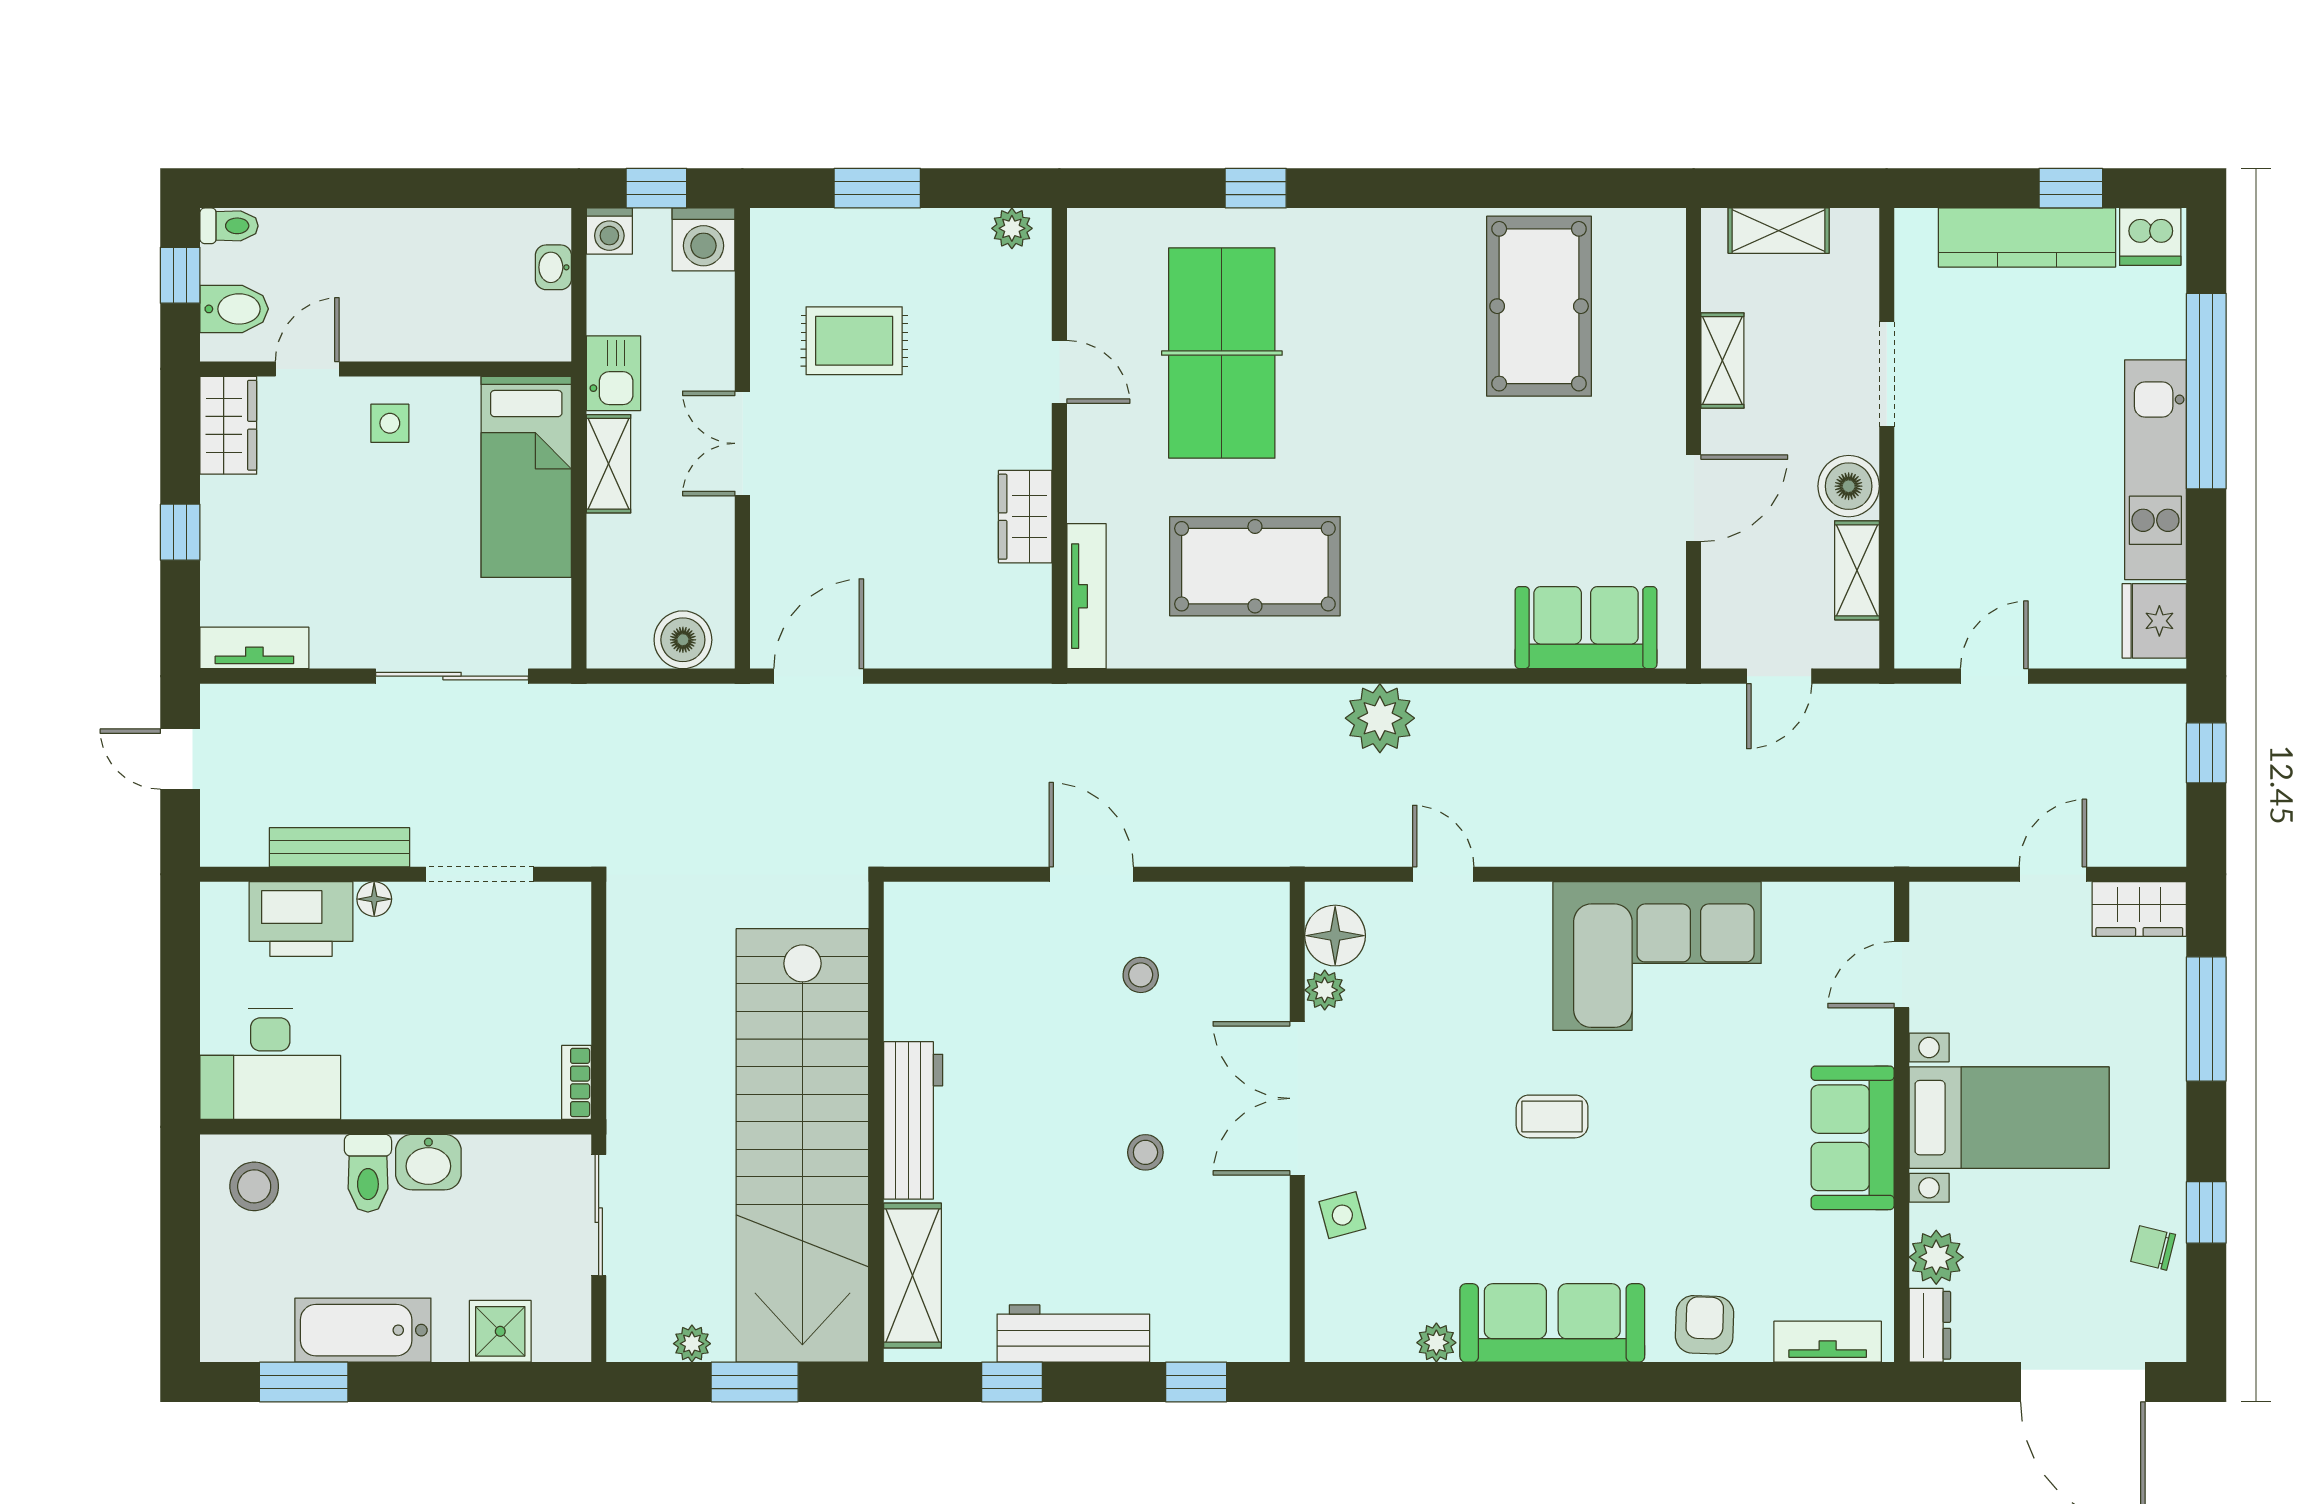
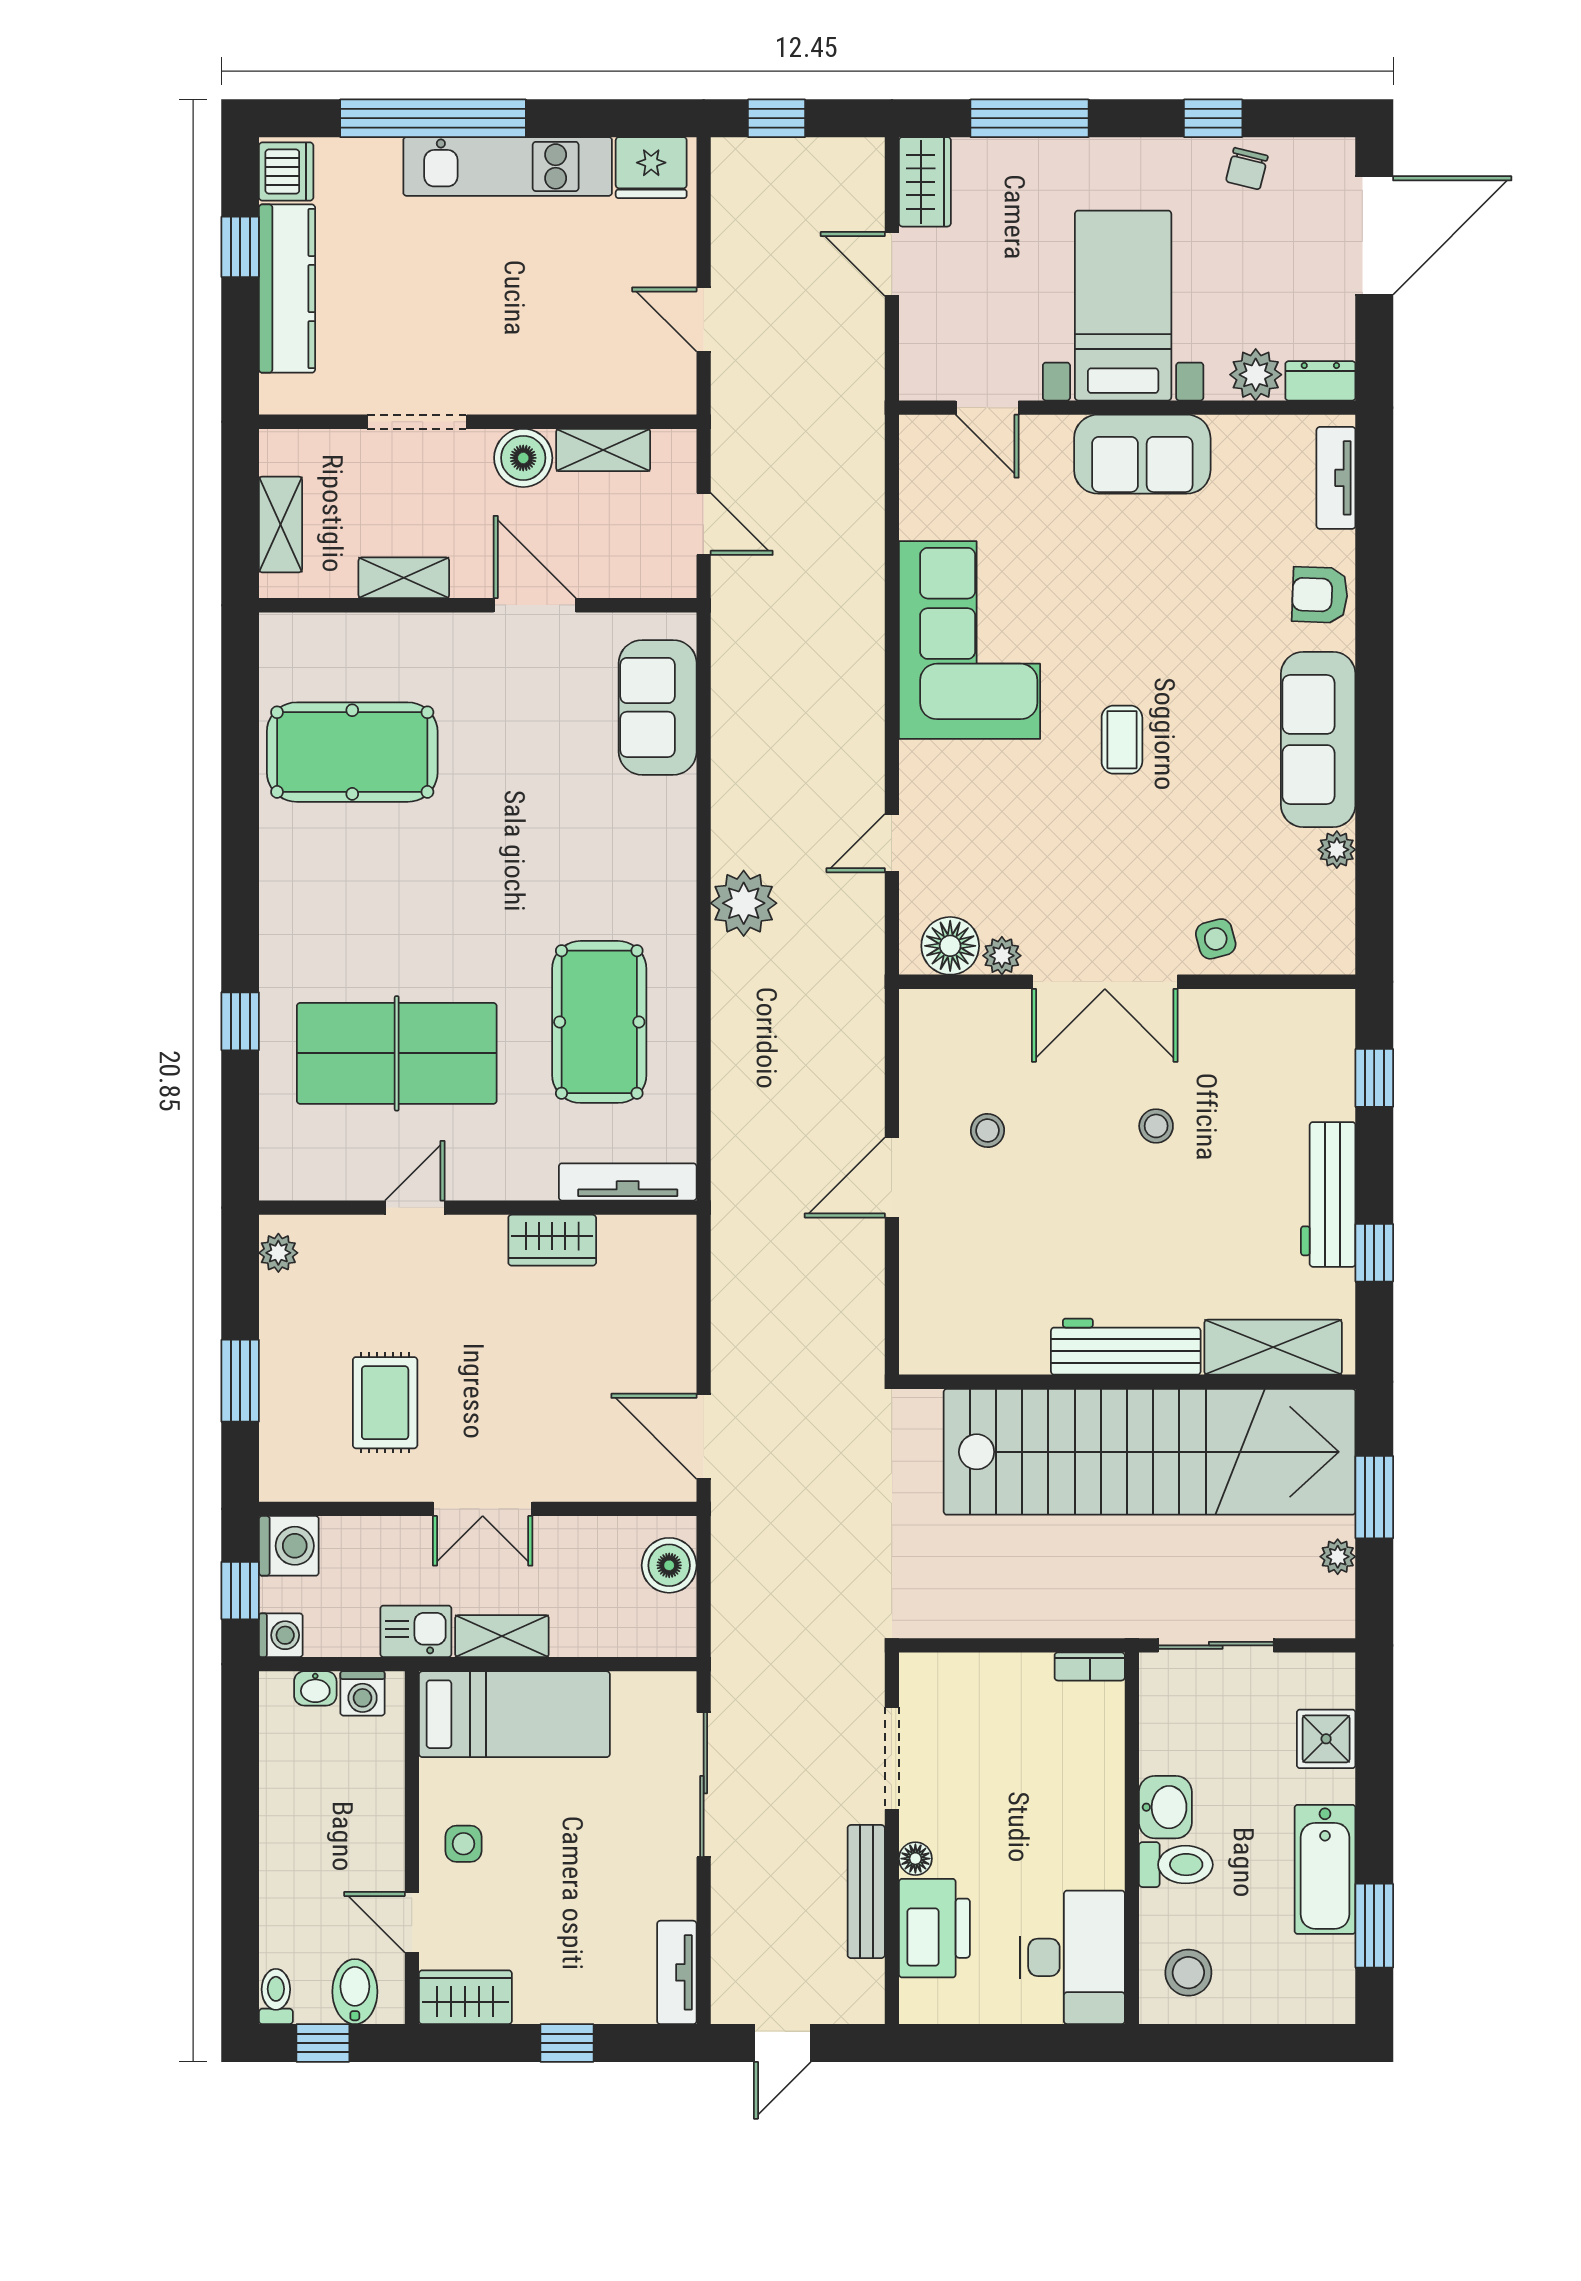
washing machine: (548, 317) -> (363, 1693), added

